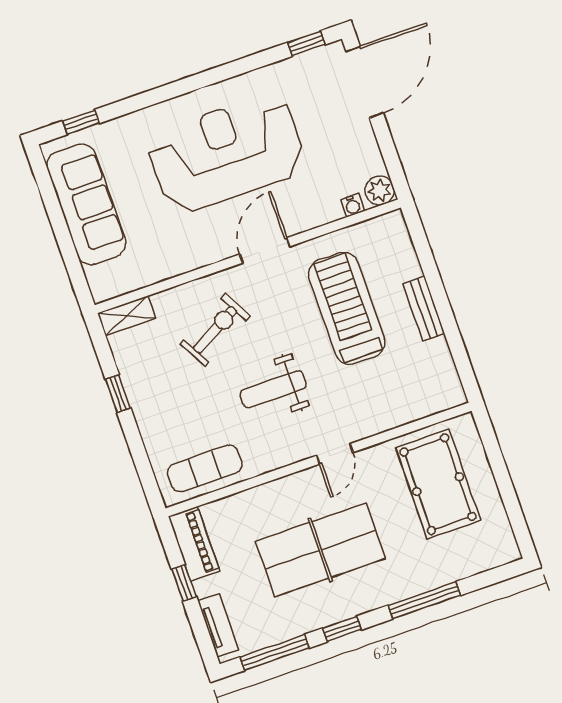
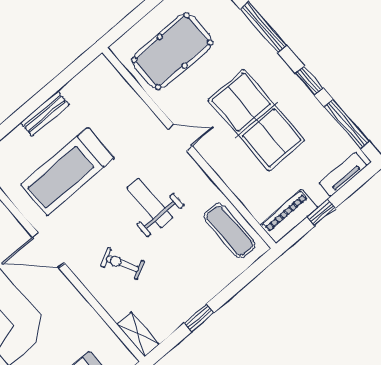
exercise bike: (215, 330) -> (122, 264), width x0.73, depth x0.72
weight bench: (273, 389) -> (150, 203), turned 180

